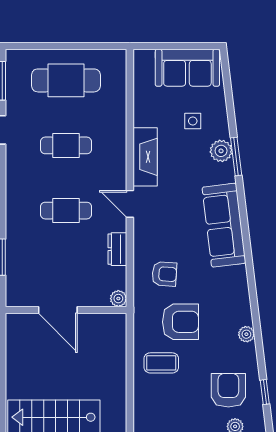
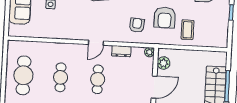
fireplace: (145, 157) -> (69, 33), removed
armchair: (180, 322) -> (165, 18), turned 180
plant: (101, 324) -> (164, 63), added

